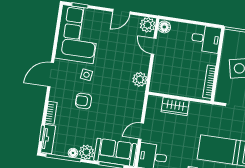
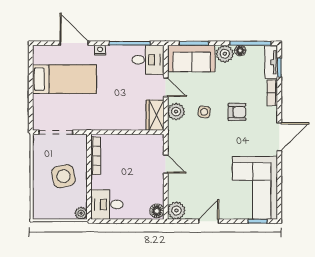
plant: (229, 35) -> (81, 213), added
door: (154, 46) -> (166, 164), moved
side table: (86, 75) -> (204, 112), moved
plant: (140, 79) -> (176, 112), moved
wardrobe: (175, 106) -> (155, 115), moved, turned -90
door: (141, 131) -> (166, 87), hinge flipped

